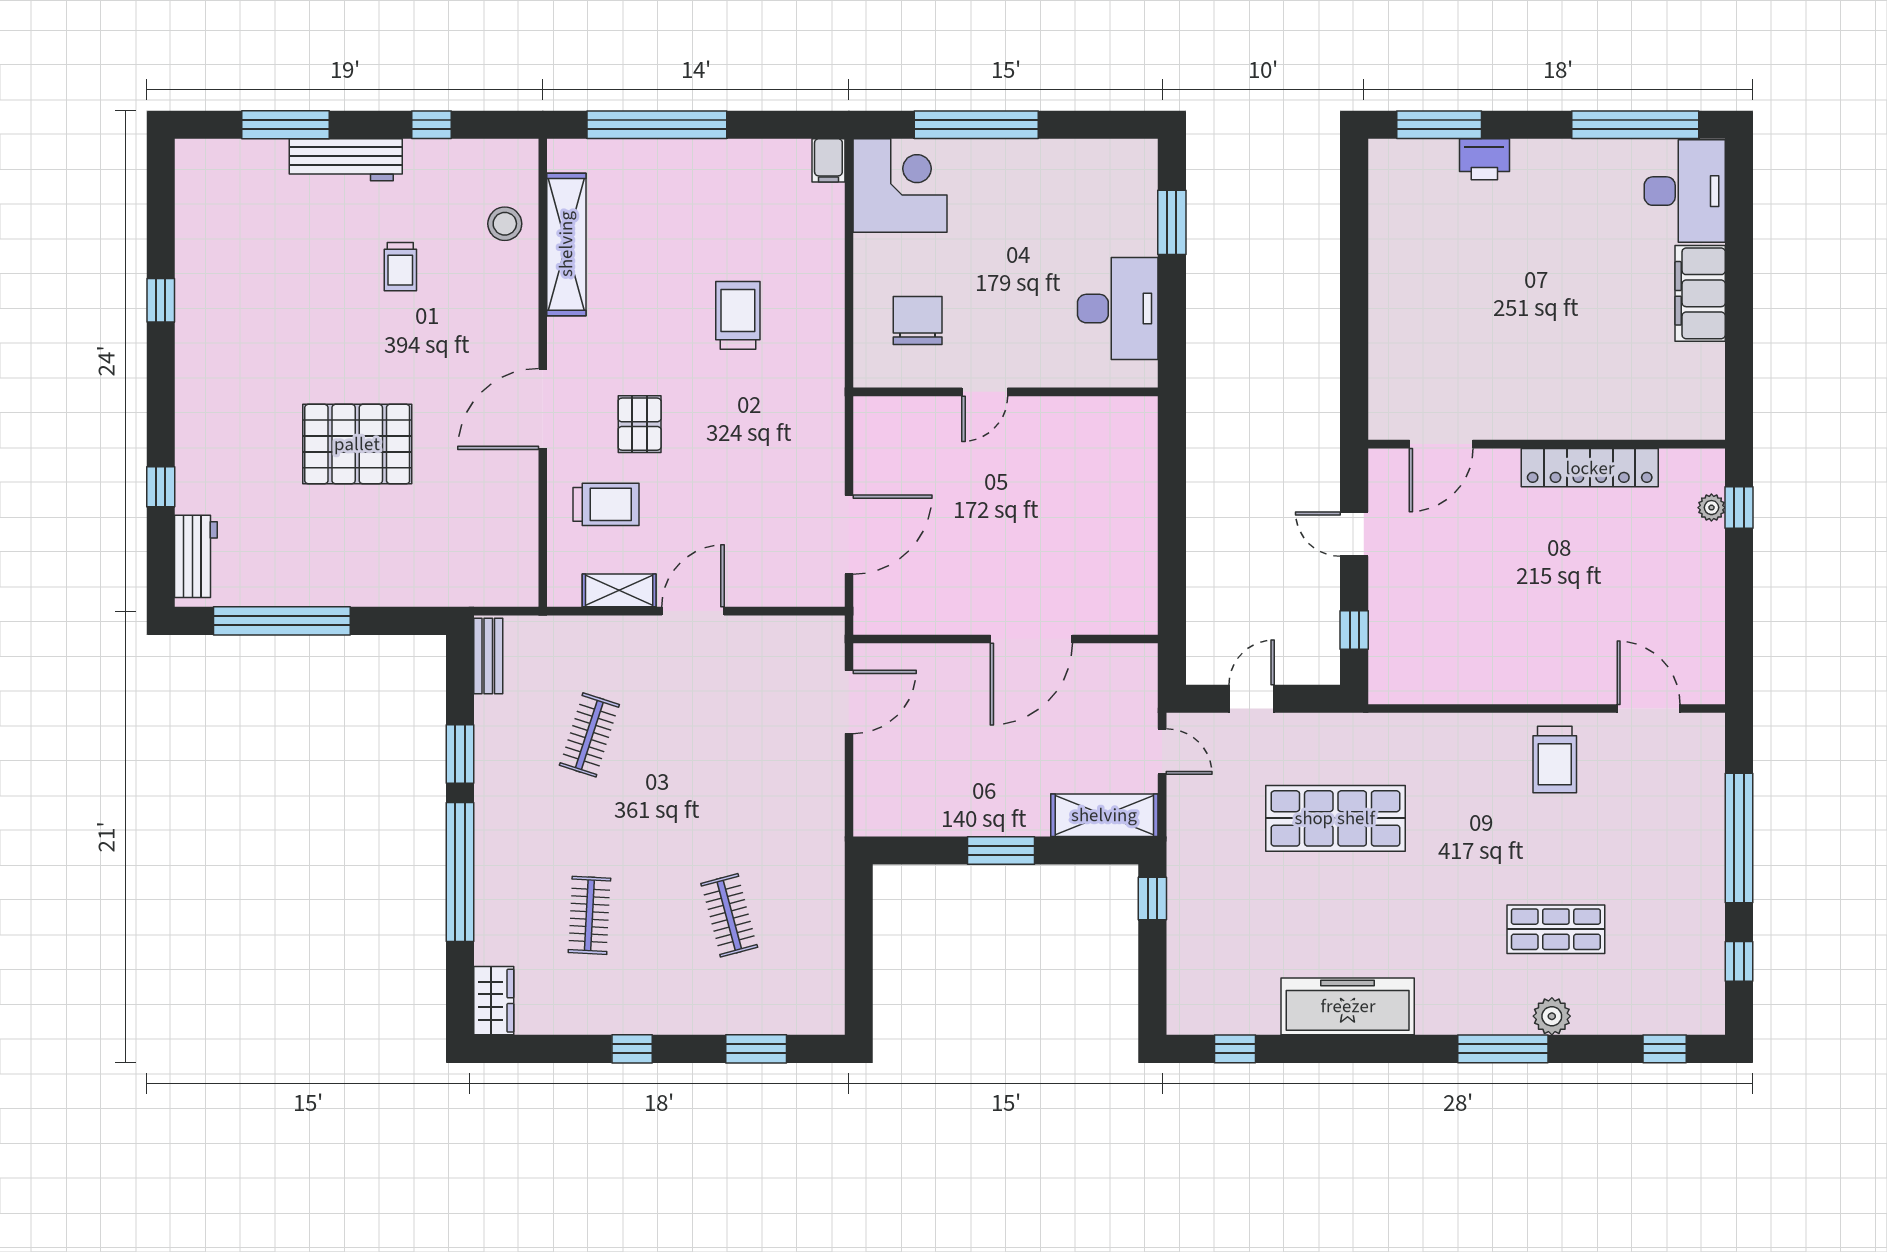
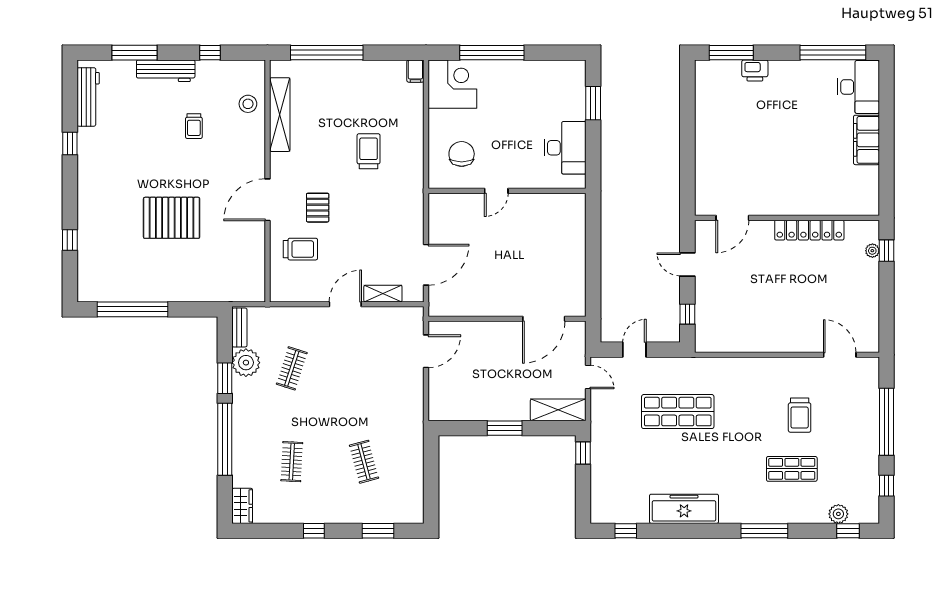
workbench: (196, 556) -> (88, 97), moved, width x1.38
shelving: (619, 590) -> (383, 294), moved
door: (1031, 639) -> (544, 319), moved
plant: (501, 724) -> (246, 363), added
trolley: (1555, 759) -> (800, 415), moved
plant: (1552, 1016) -> (838, 514), moved

